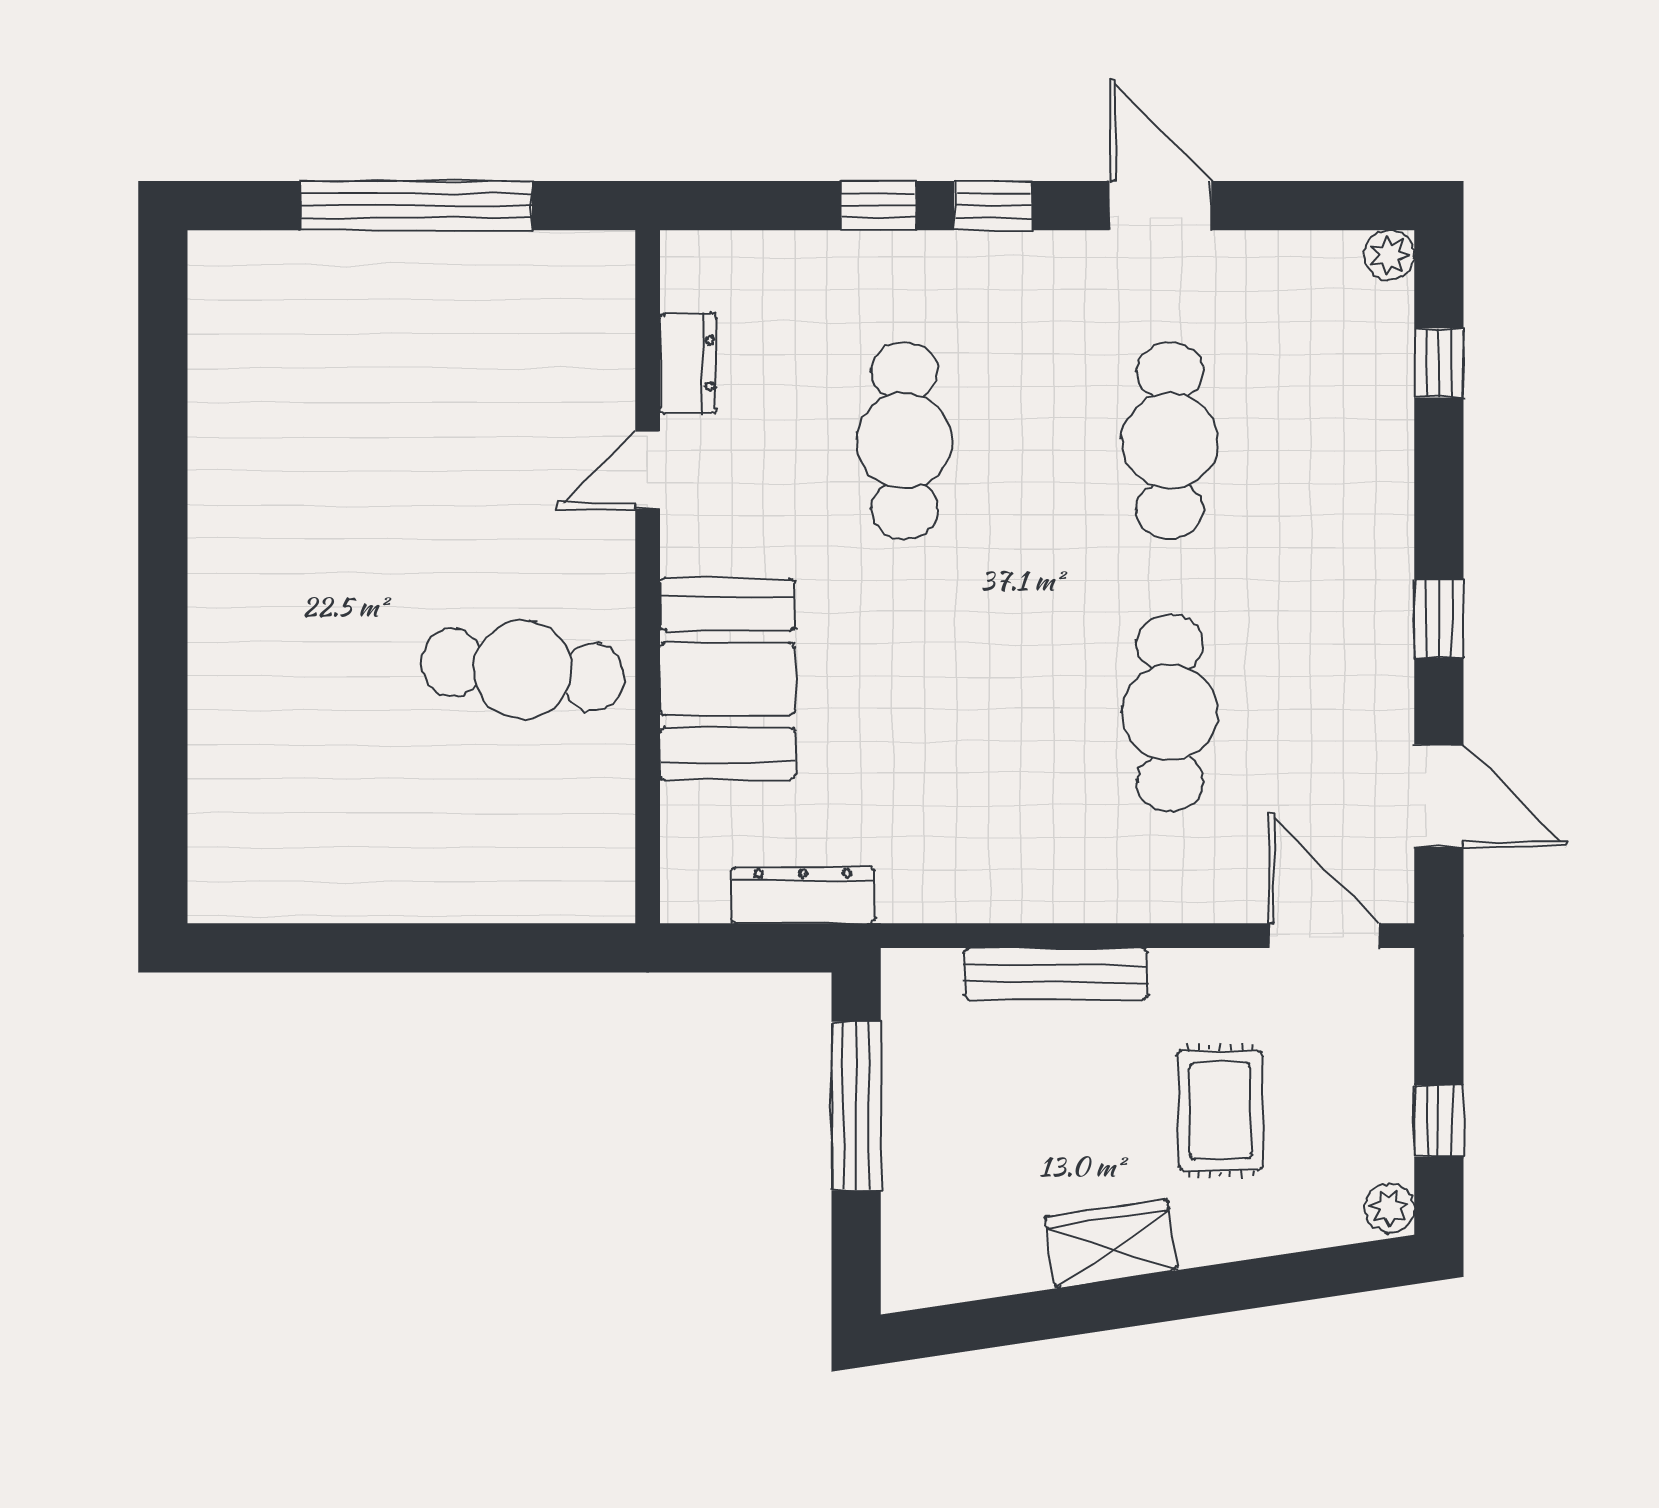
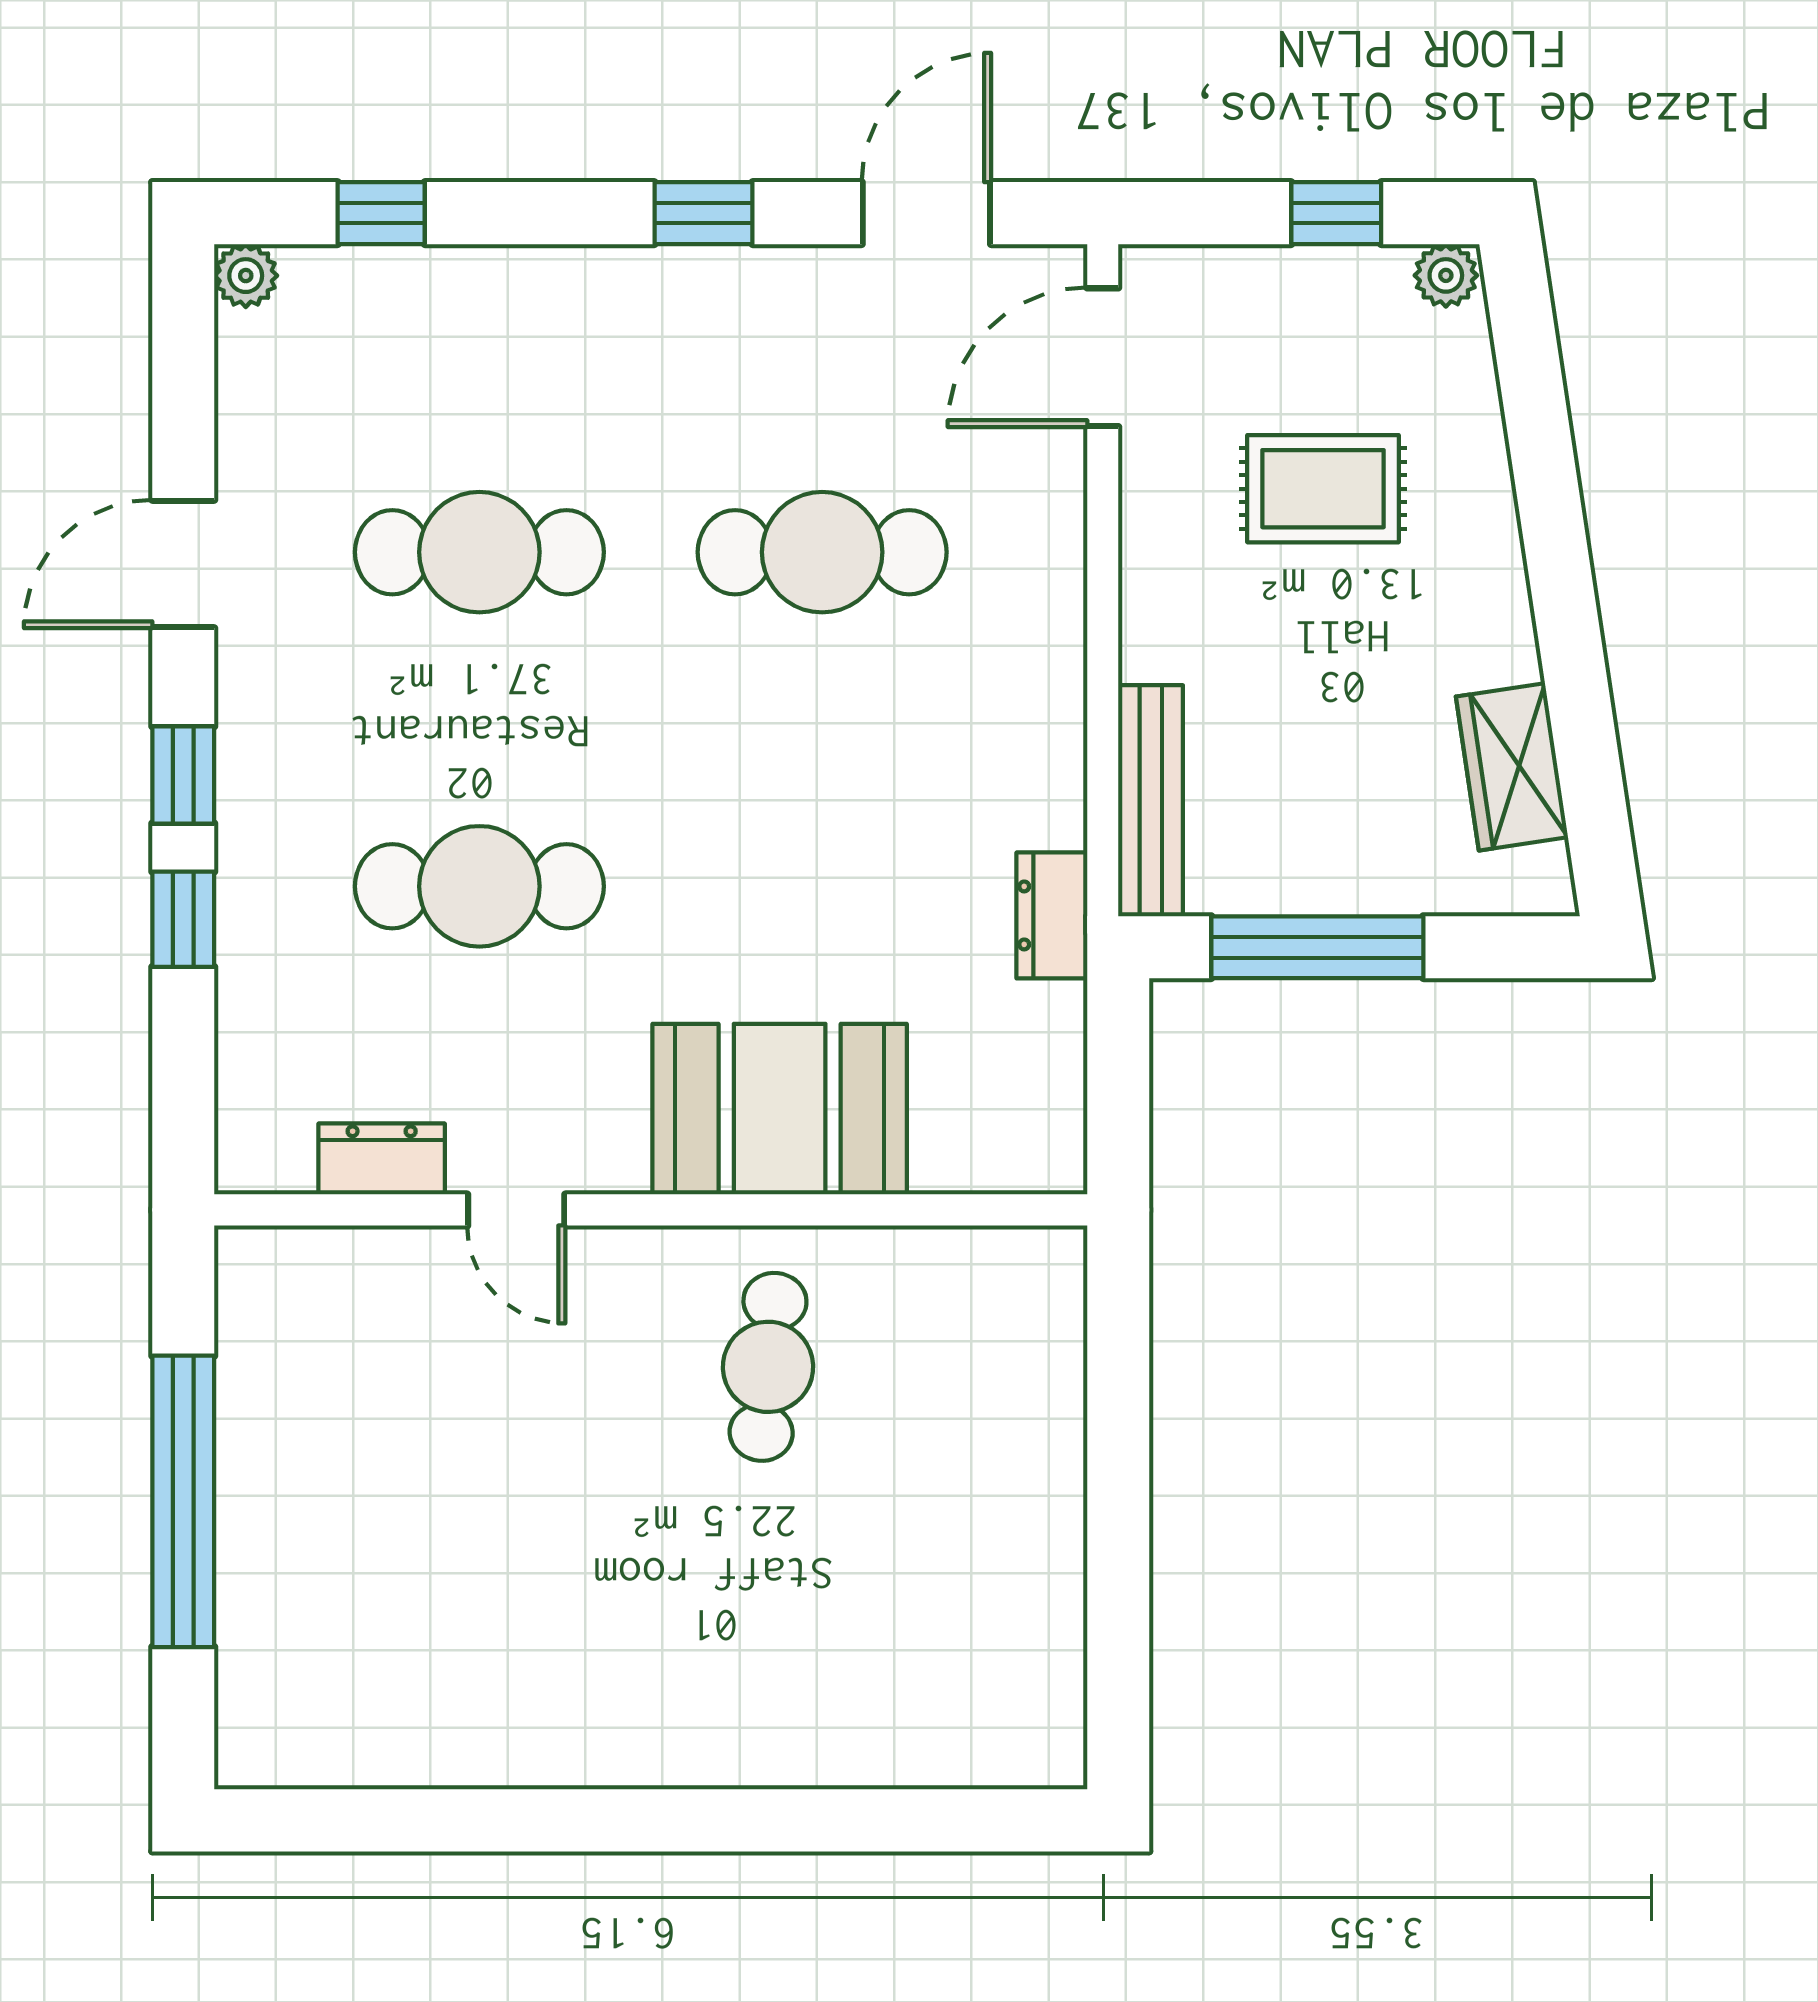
cafe table: (523, 670) -> (768, 1367), width x0.73, depth x0.74
dresser: (803, 895) -> (1052, 915), moved, width x0.70
bench: (1056, 974) -> (1151, 801), moved
wardrobe: (1111, 1244) -> (1512, 767), moved

